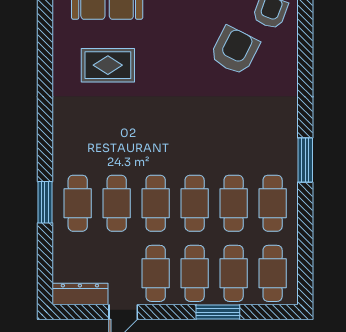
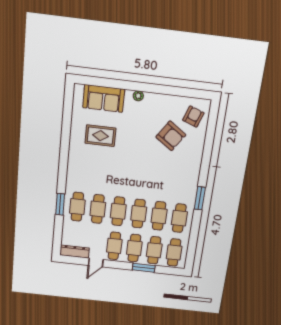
armchair: (235, 51) -> (171, 136), turned 97

